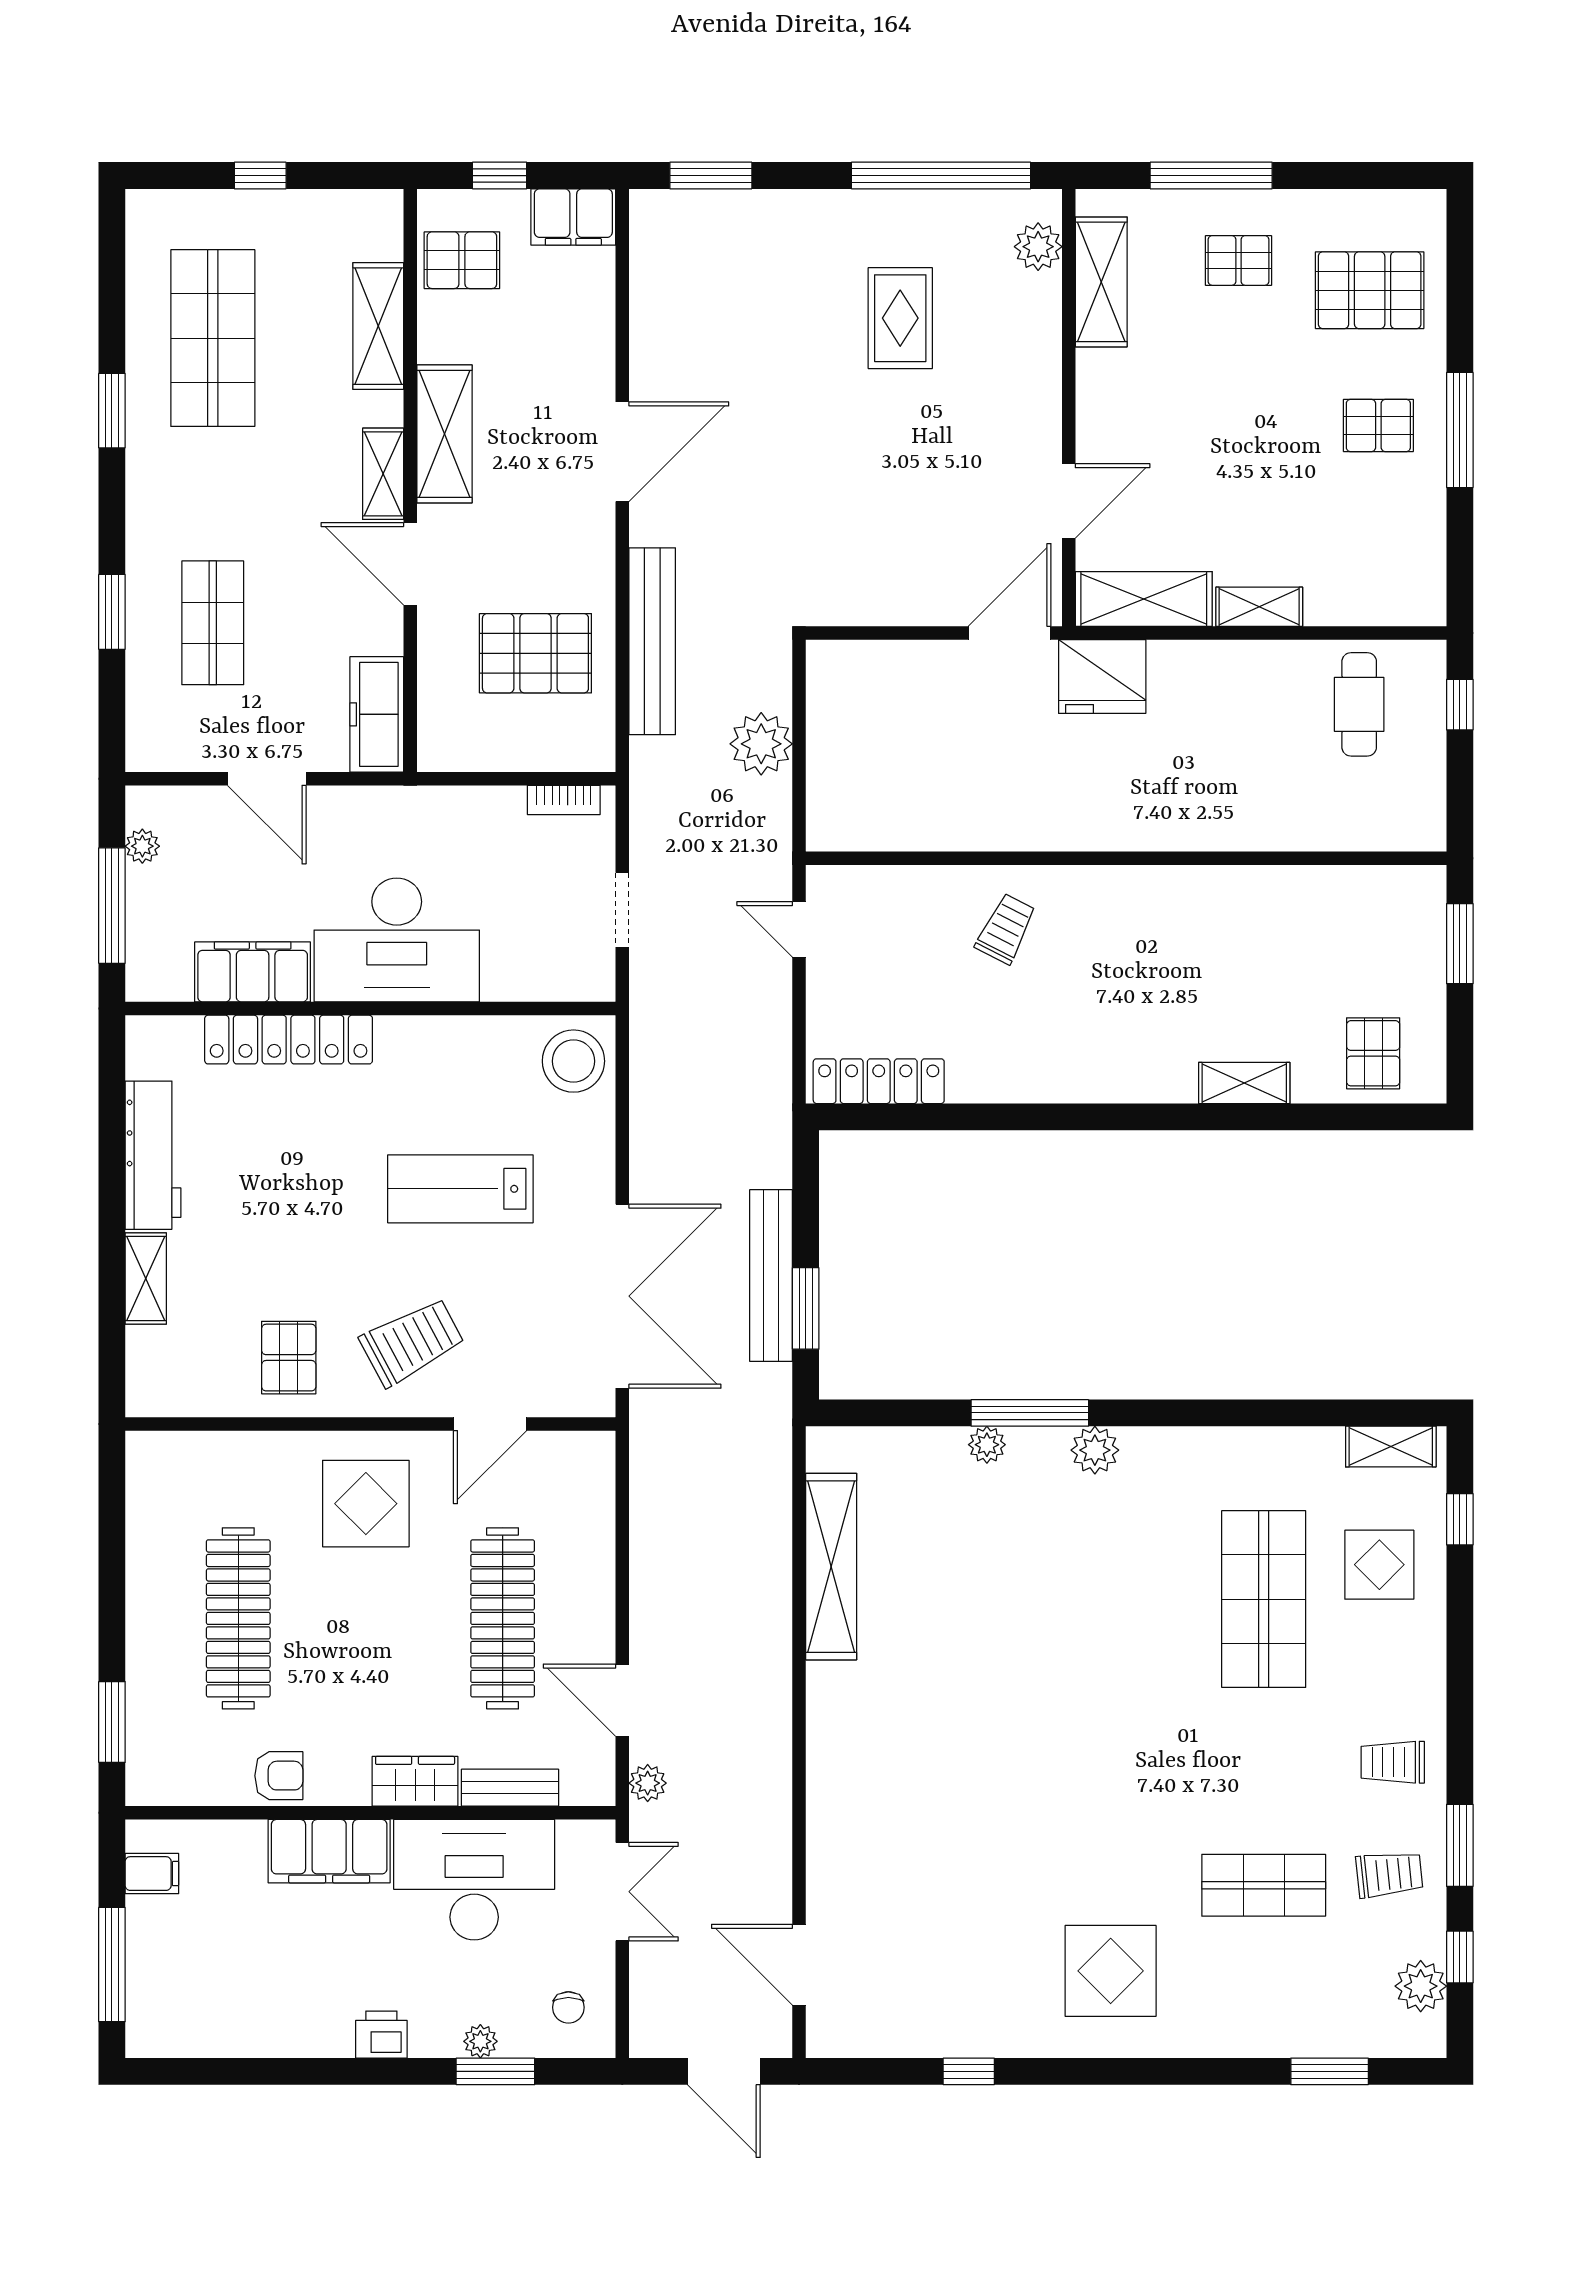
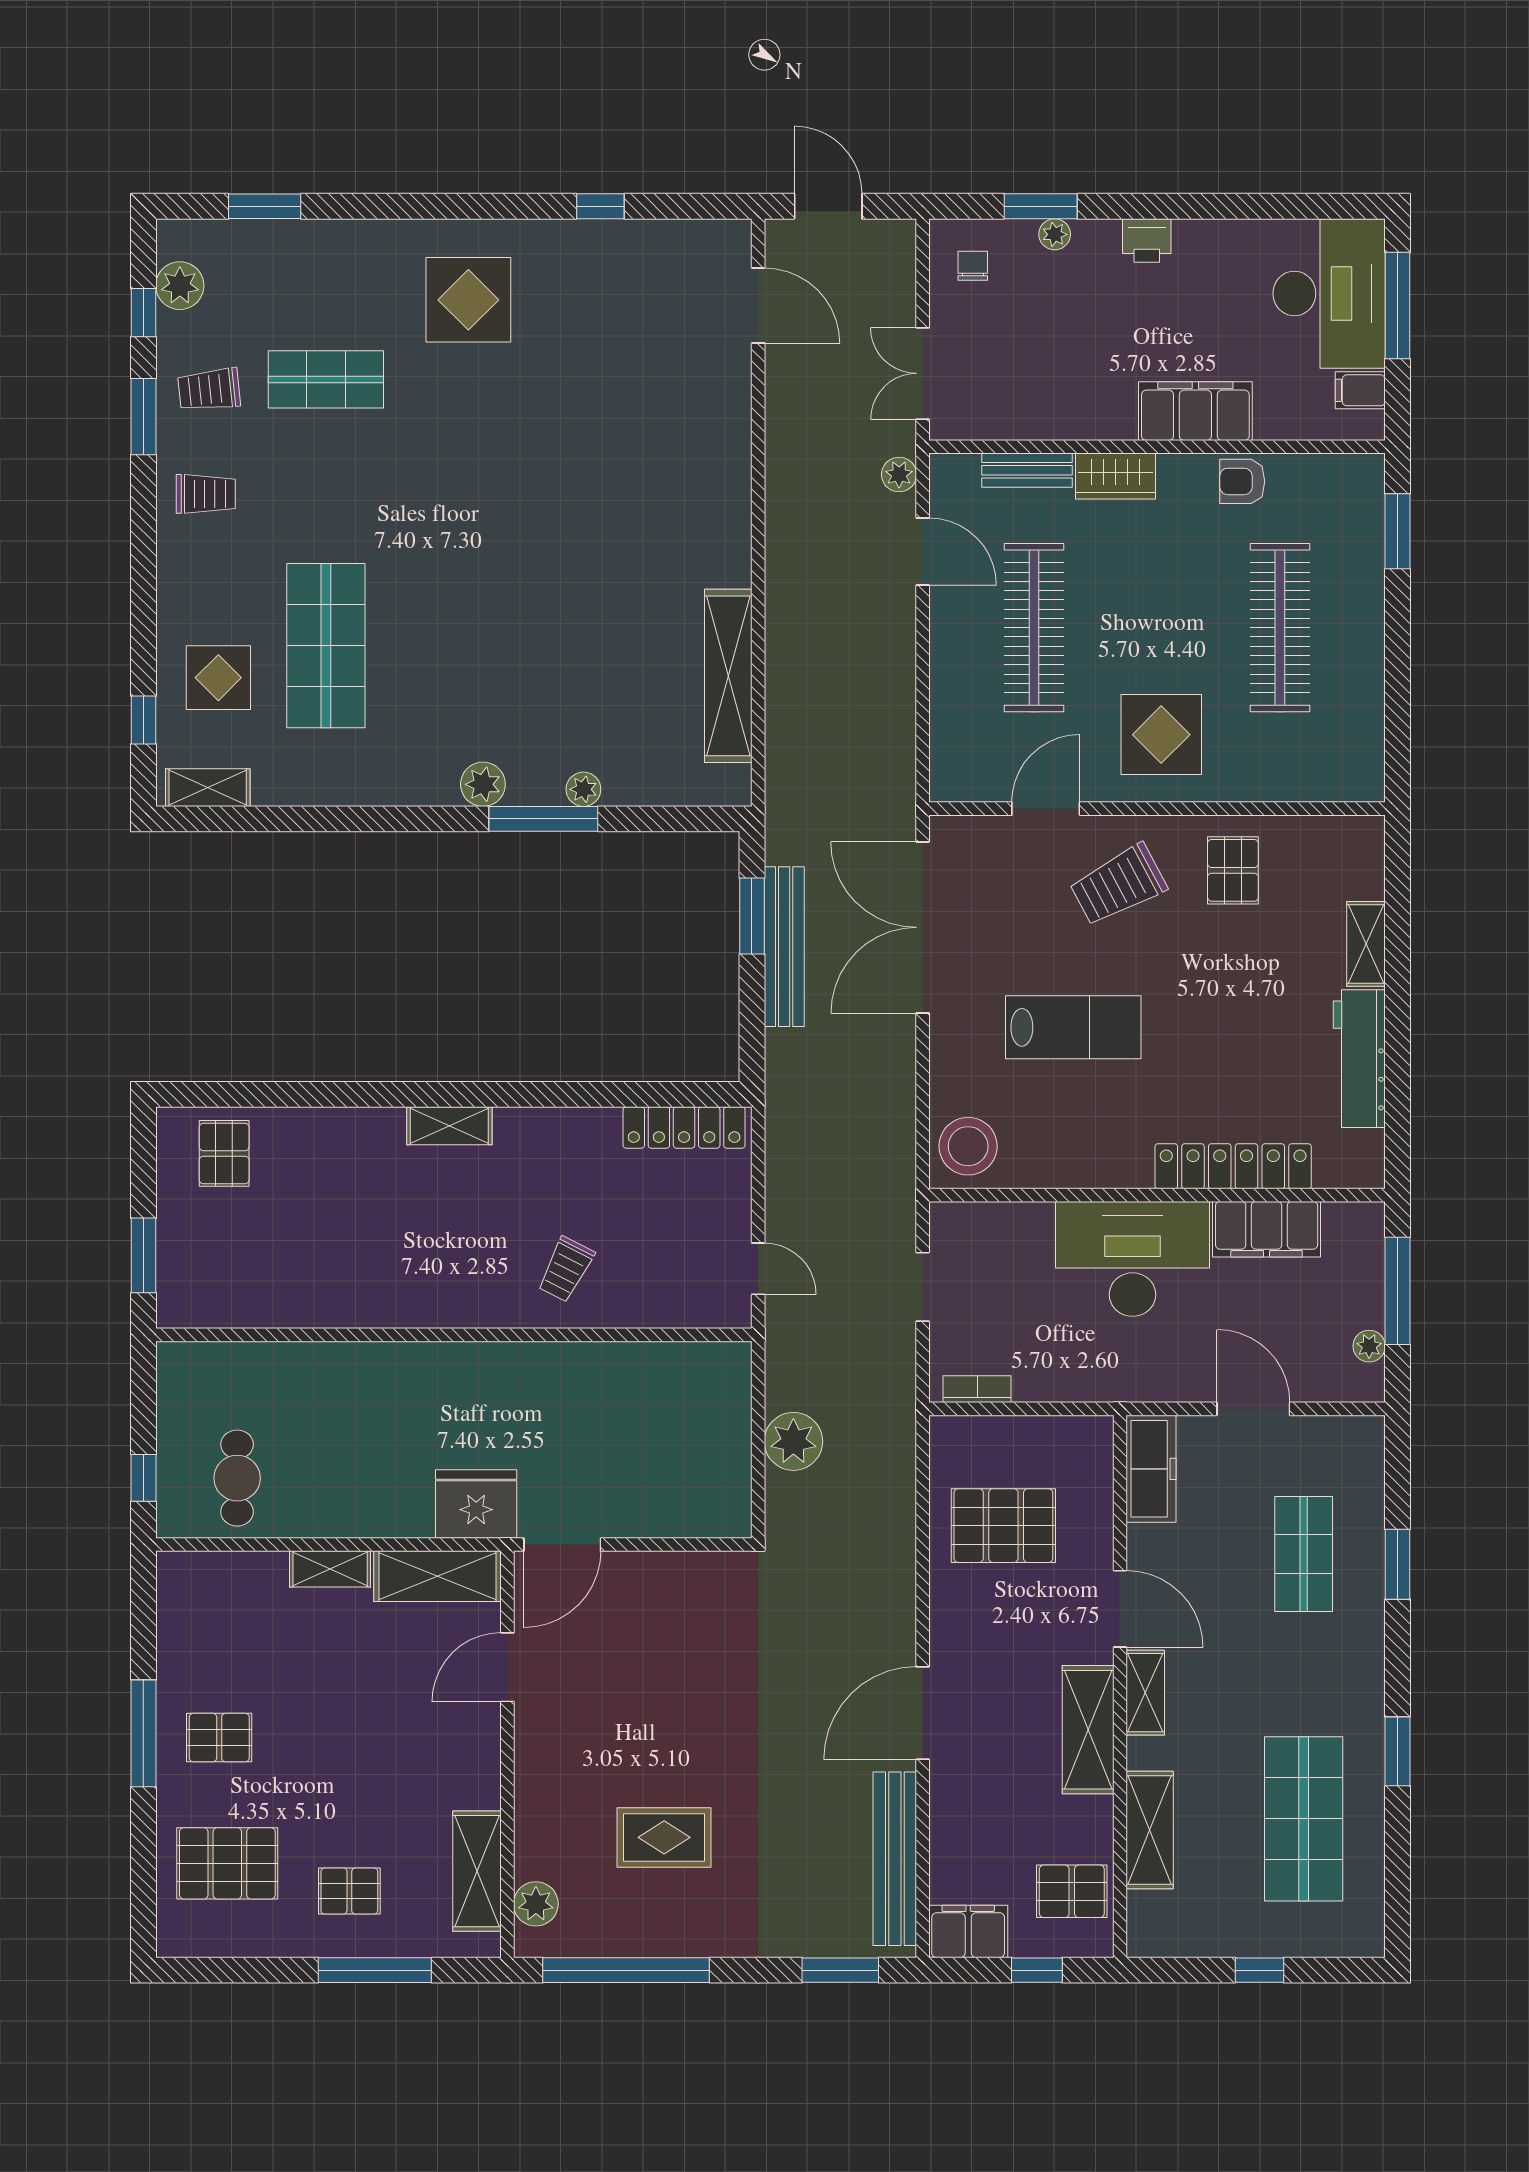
rug: (900, 318) -> (664, 1837), turned 90
bench: (652, 641) -> (895, 1859), moved
shelving: (1244, 1083) -> (449, 1126), moved
desk: (474, 1880) -> (1329, 293), moved, turned -90

